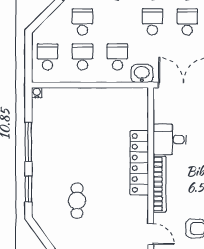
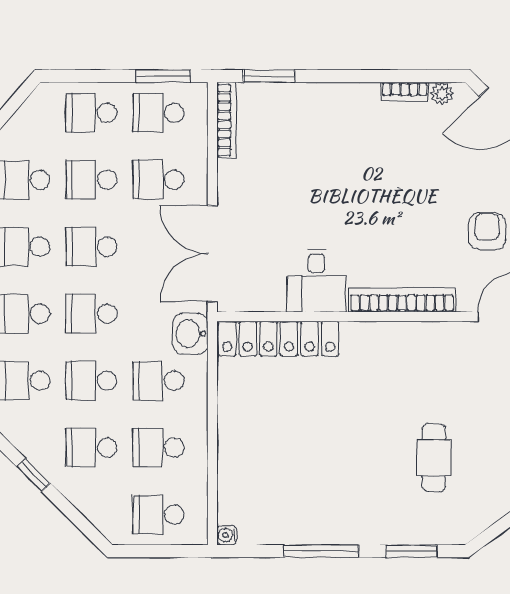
school desk: (117, 22) -> (91, 381), added
locker: (139, 163) -> (279, 339), moved
cafe table: (77, 201) -> (434, 458), turned 90

